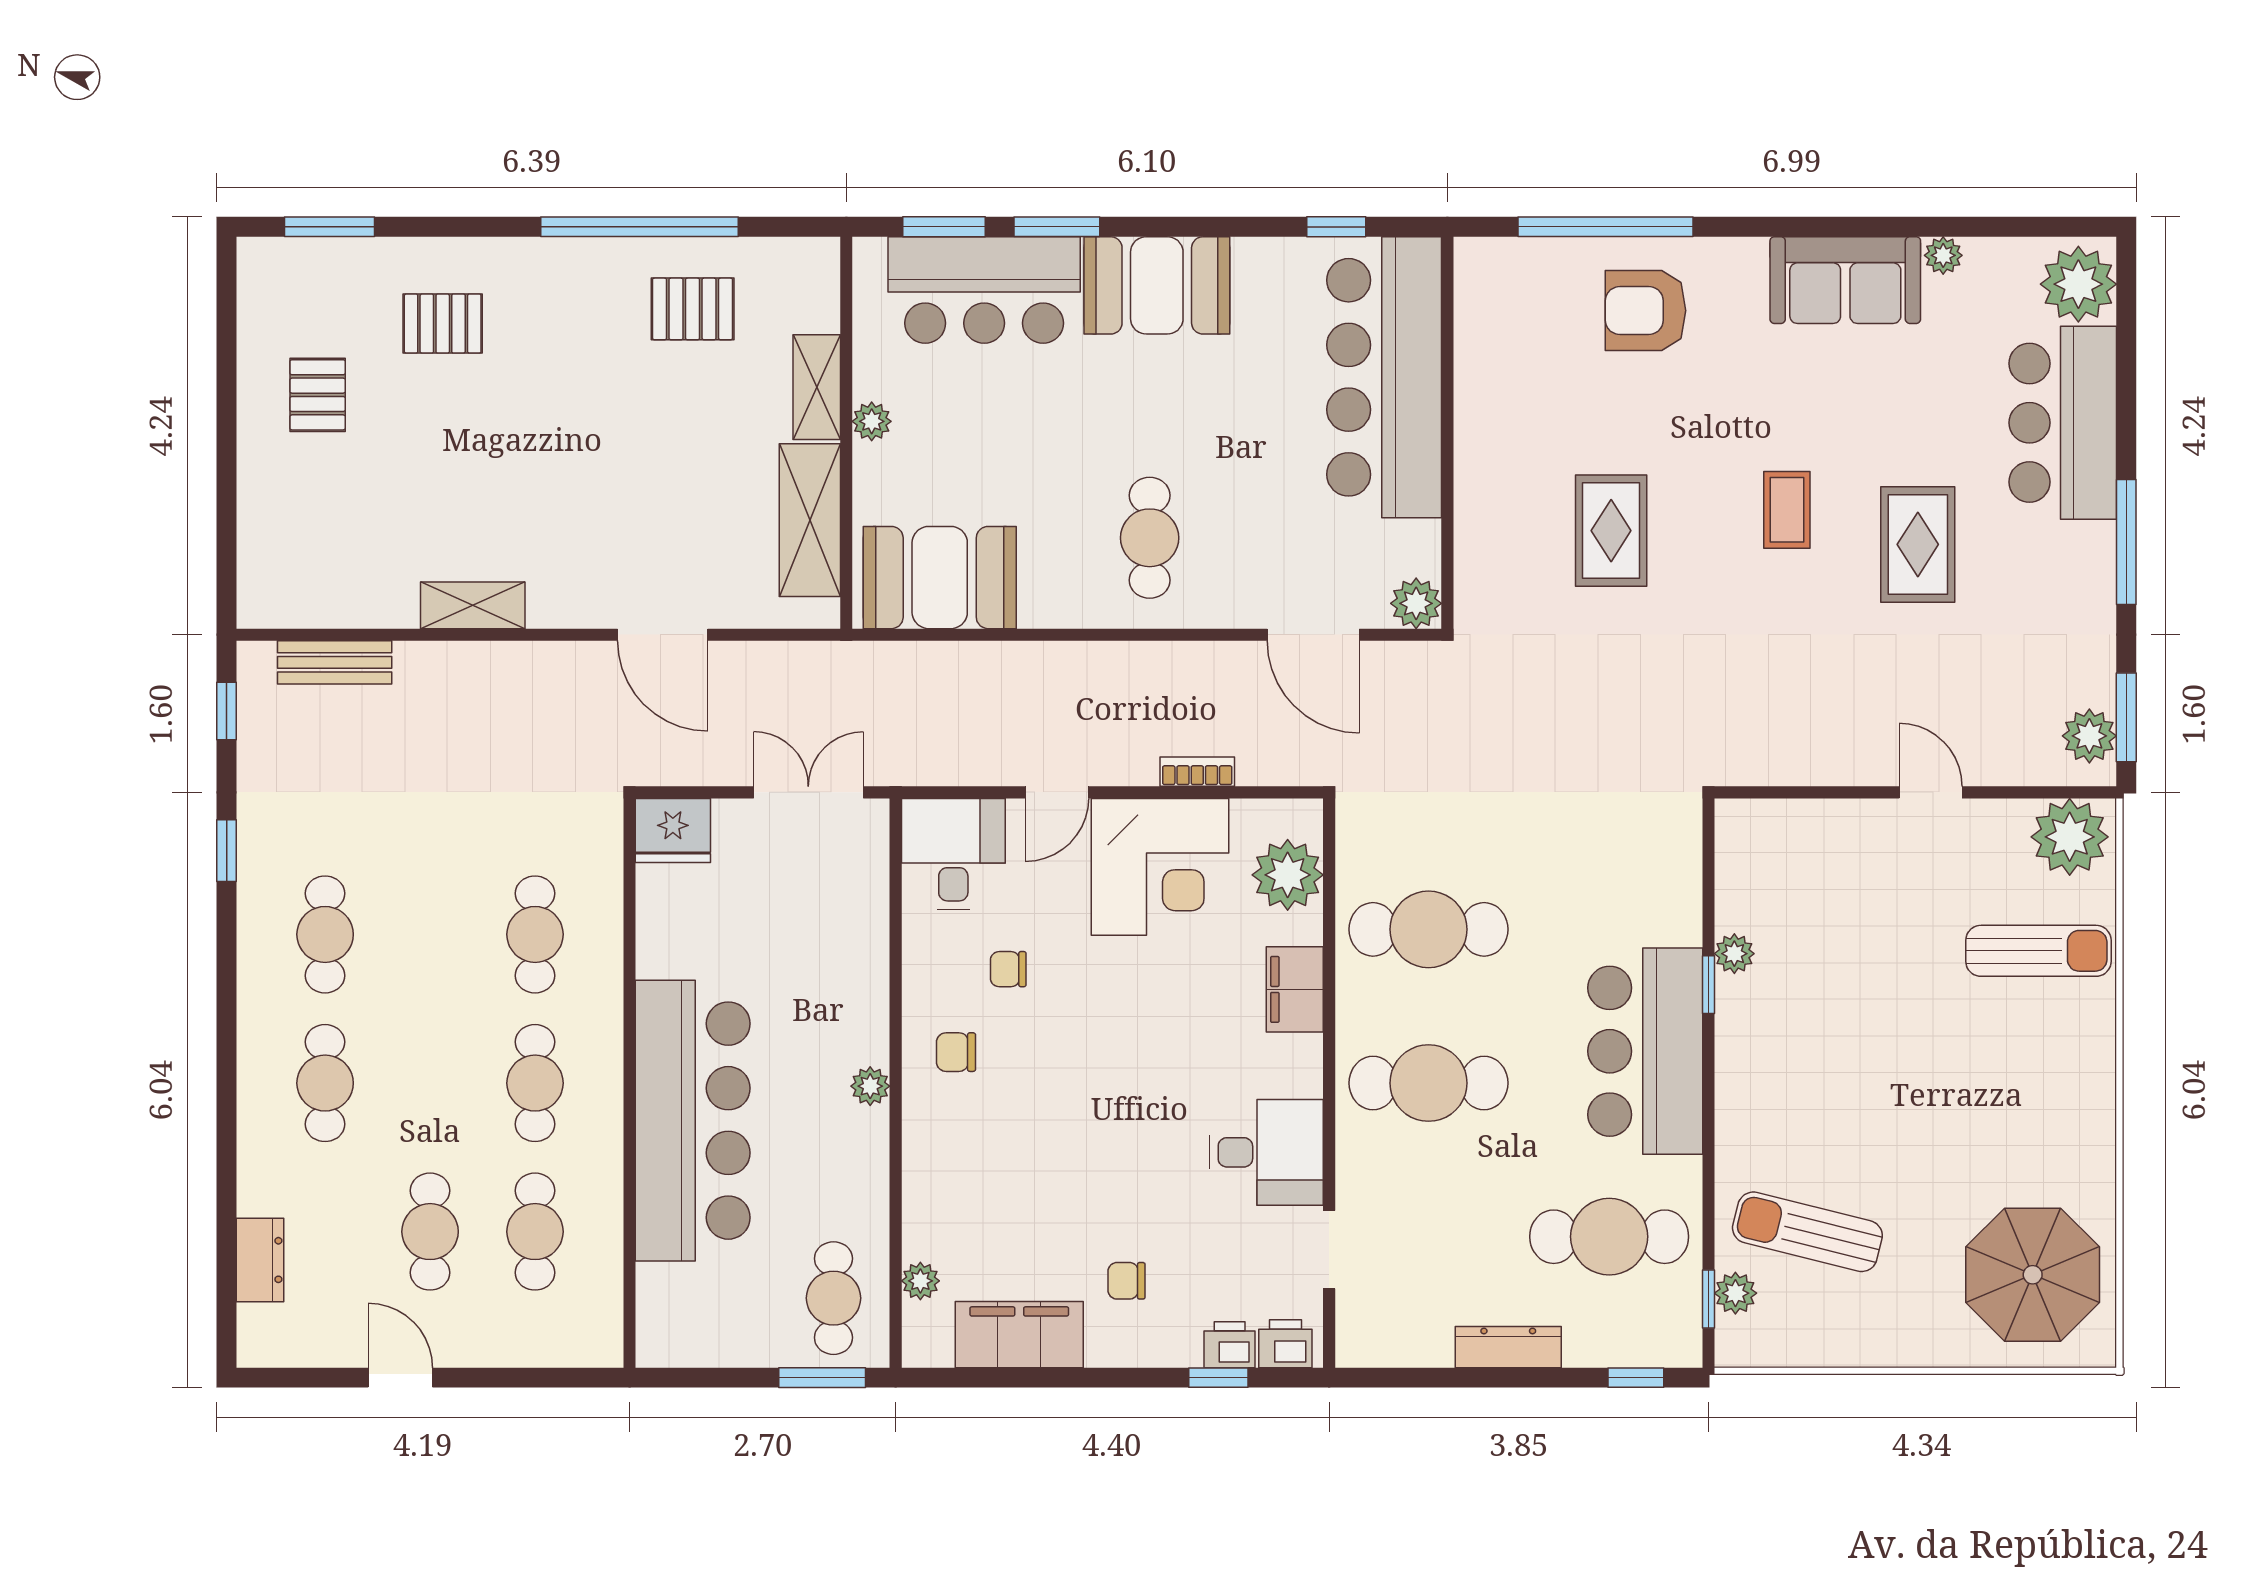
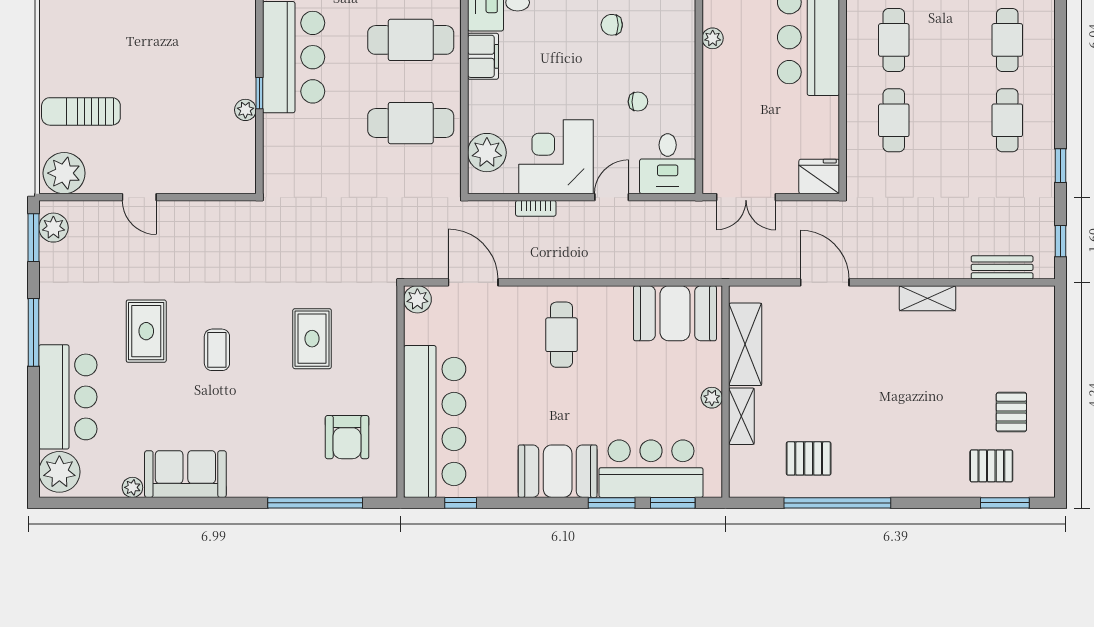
armchair: (1646, 311) -> (347, 437), moved, turned 90
pallet: (443, 324) -> (991, 466), moved
filing cabinet: (1295, 989) -> (483, 56), moved
chair: (956, 1052) -> (612, 25), moved, turned 180

